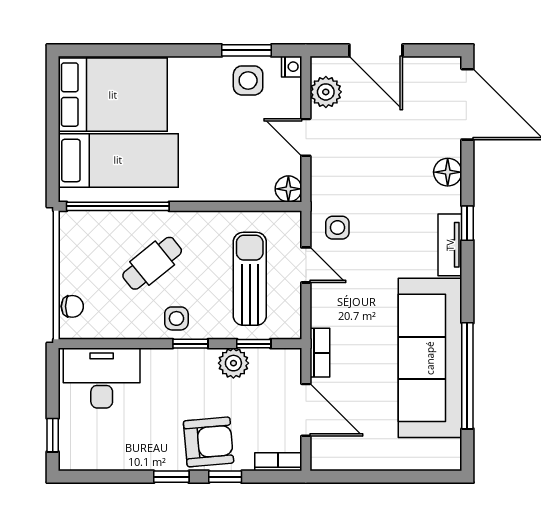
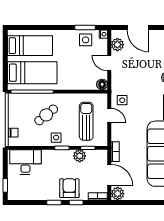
bed: (113, 95) -> (30, 46), width x0.67
armchair: (209, 442) -> (69, 188), turned -85
plant: (326, 455) -> (118, 194), added

